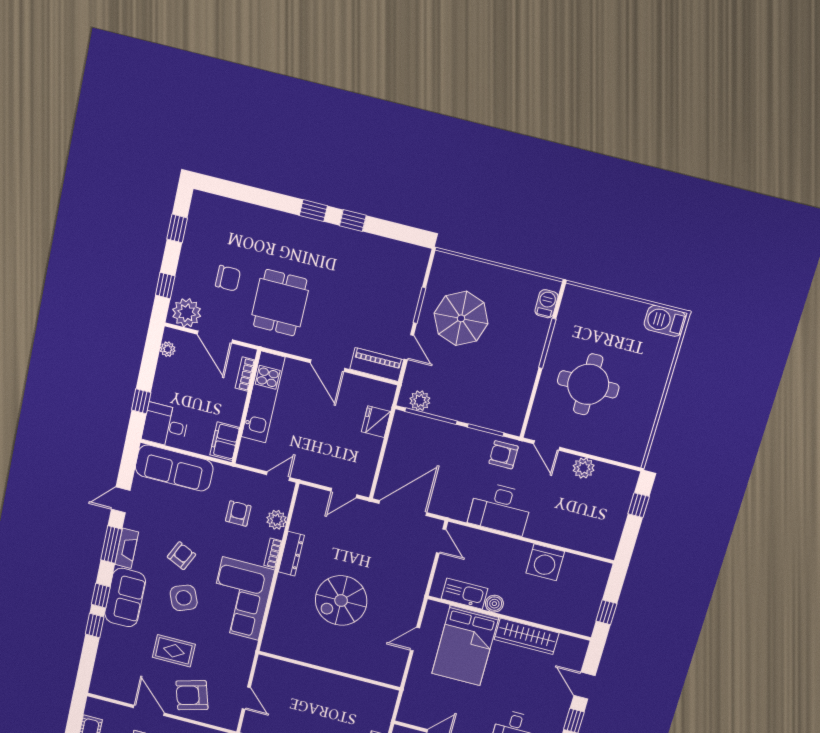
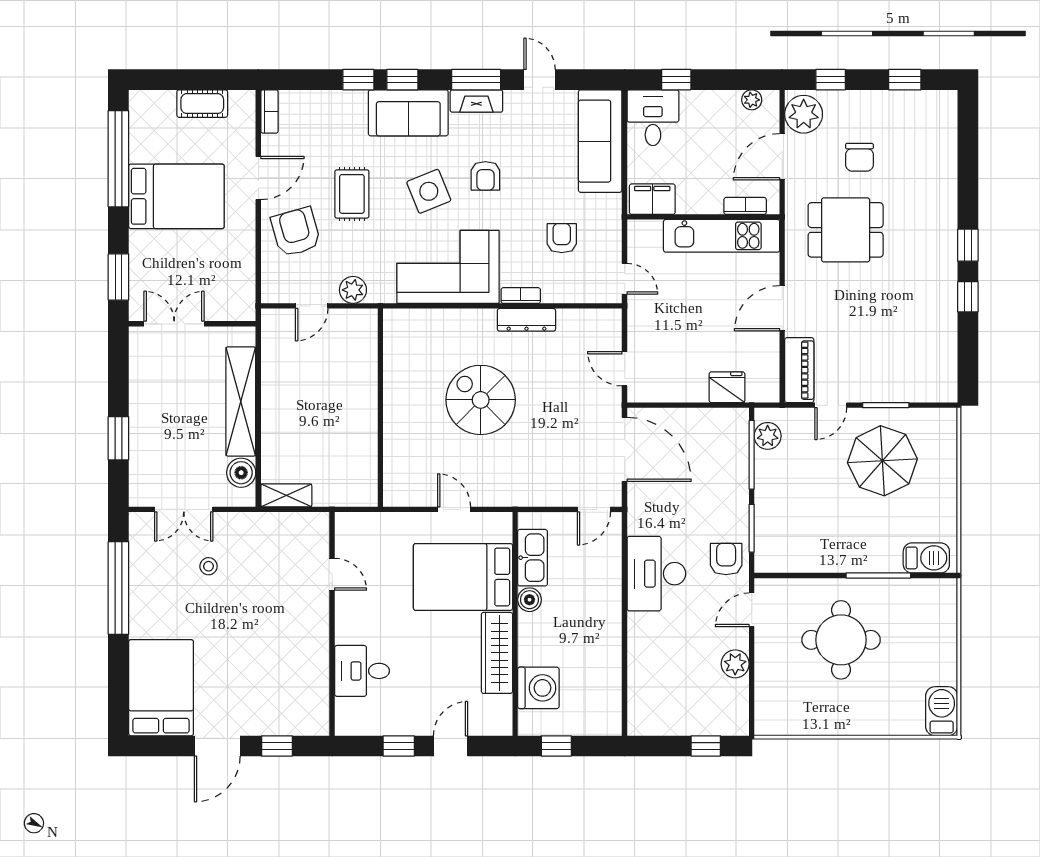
barbecue: (546, 304) -> (926, 558), width x1.38, depth x1.27
armchair: (238, 514) -> (562, 238), turned -90
plant: (276, 520) -> (353, 290), moved
armchair: (181, 556) -> (485, 176), turned 65
washing machine: (545, 562) -> (538, 688), moved, turned 180
bookcase: (104, 691) -> (269, 111), added

